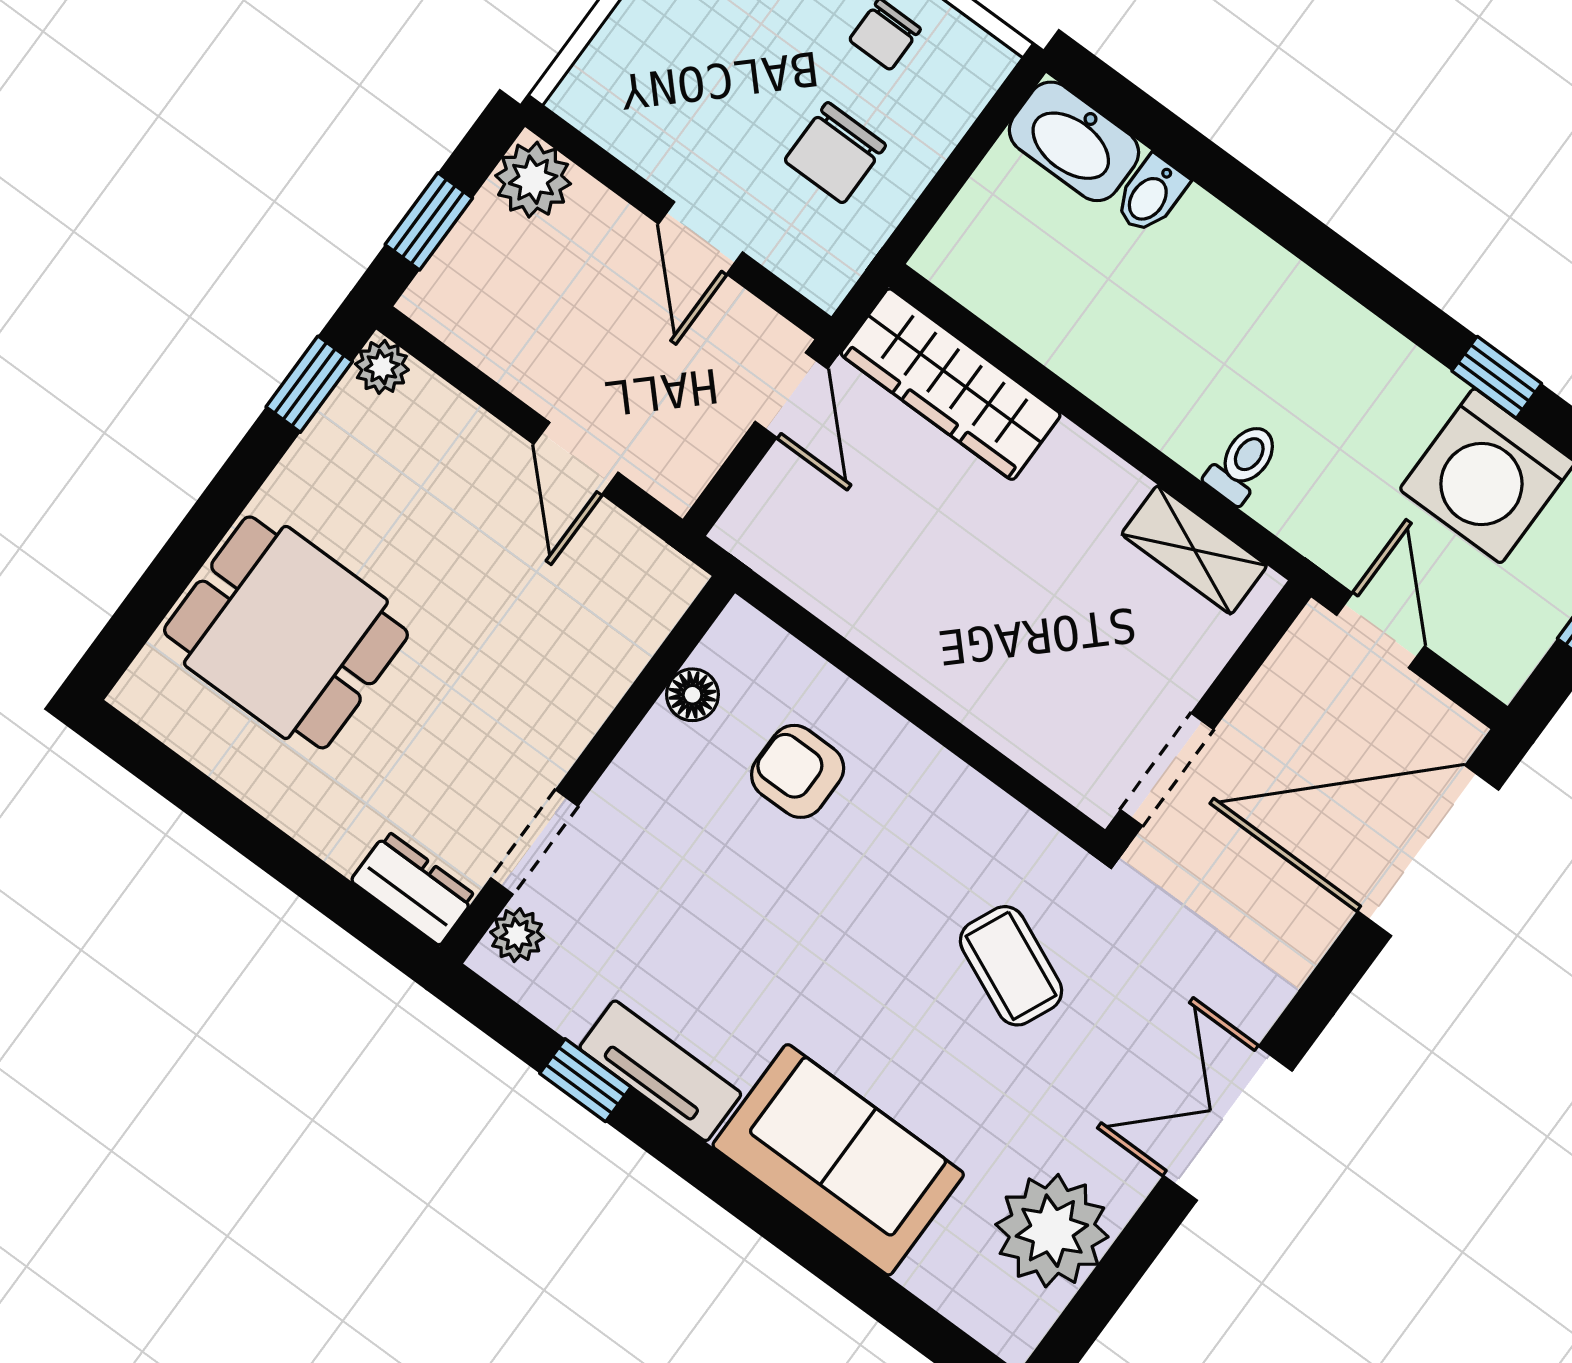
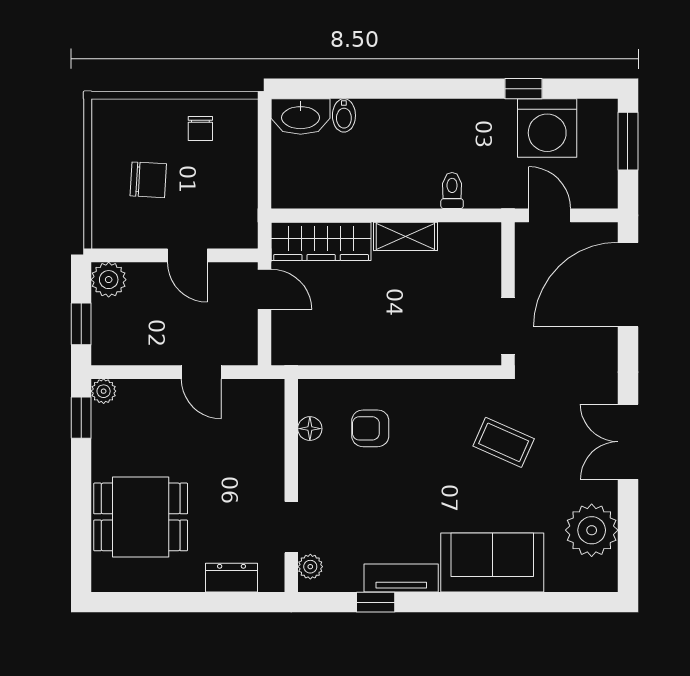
chair: (835, 153) -> (148, 180), moved, turned -87
shelving: (1194, 550) -> (405, 236), moved
dresser: (413, 888) -> (232, 578), moved

